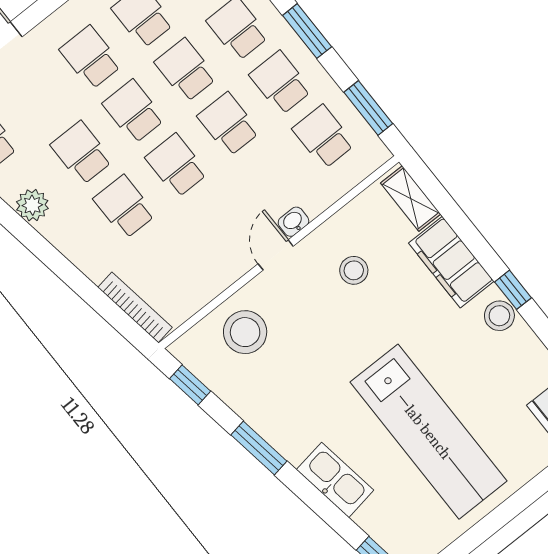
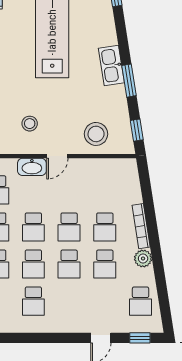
school desk: (91, 57) -> (69, 301), removed
washbasin: (293, 222) -> (32, 167), width x1.91, depth x1.45
bookcase: (135, 307) -> (141, 226), moved
kitchen sink: (335, 480) -> (111, 65), moved

